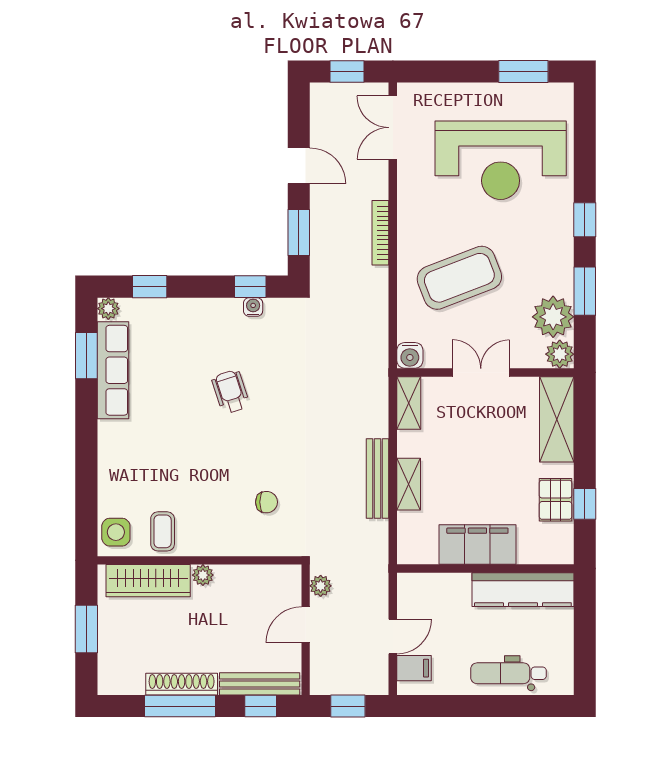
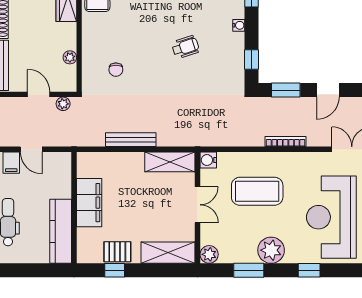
window: (585, 220) -> (309, 270), moved
coffee table: (459, 278) -> (257, 191), turned -69
water cooler: (253, 307) -> (239, 25), moved
plant: (553, 317) -> (271, 250), moved
shelving: (409, 403) -> (170, 162), width x1.50, depth x1.33
shelving: (409, 484) -> (127, 159), removed
plant: (203, 575) -> (70, 57), moved

